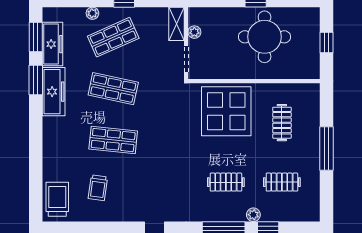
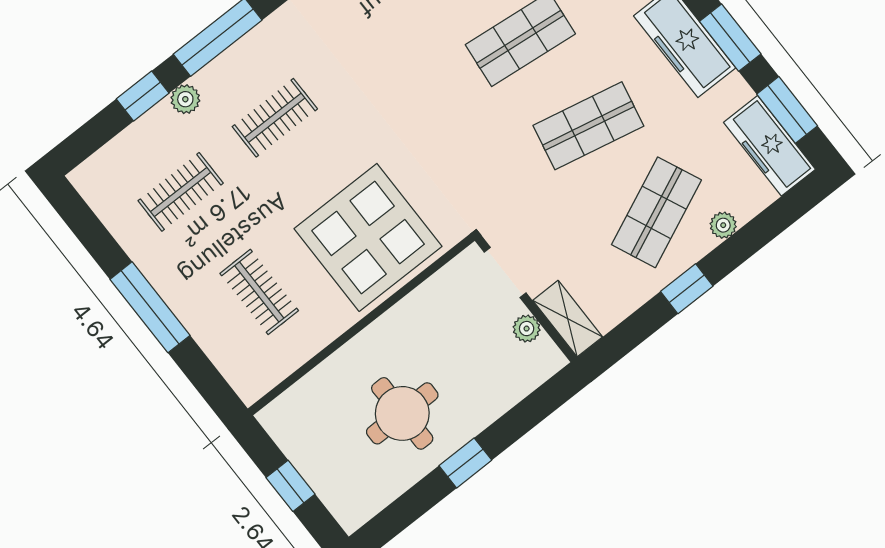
round table: (265, 37) -> (402, 413), width x0.73, depth x0.73
freezer: (53, 44) -> (769, 146), moved

